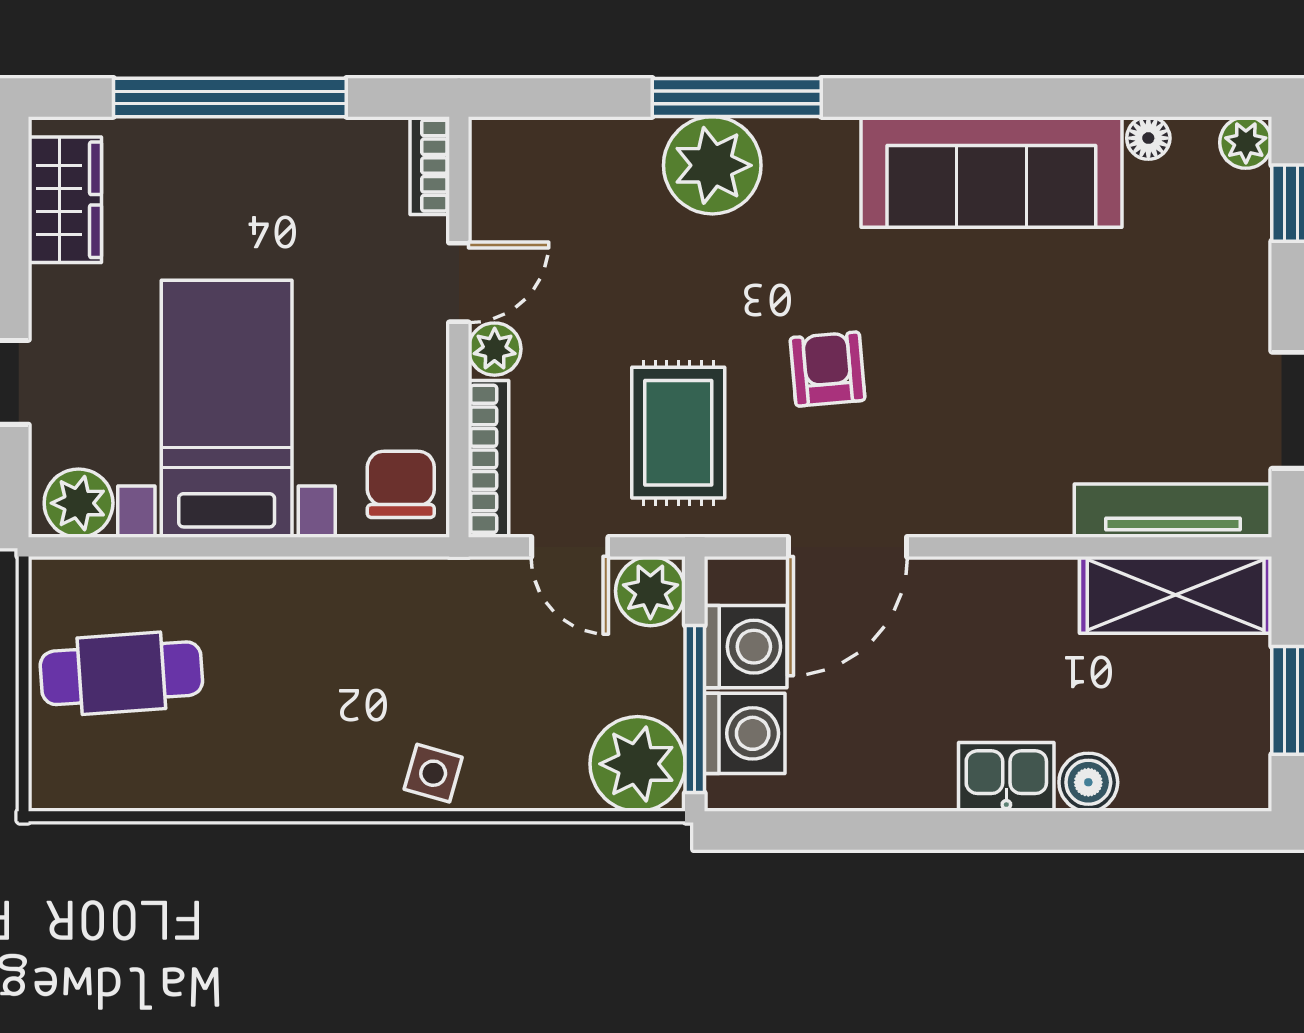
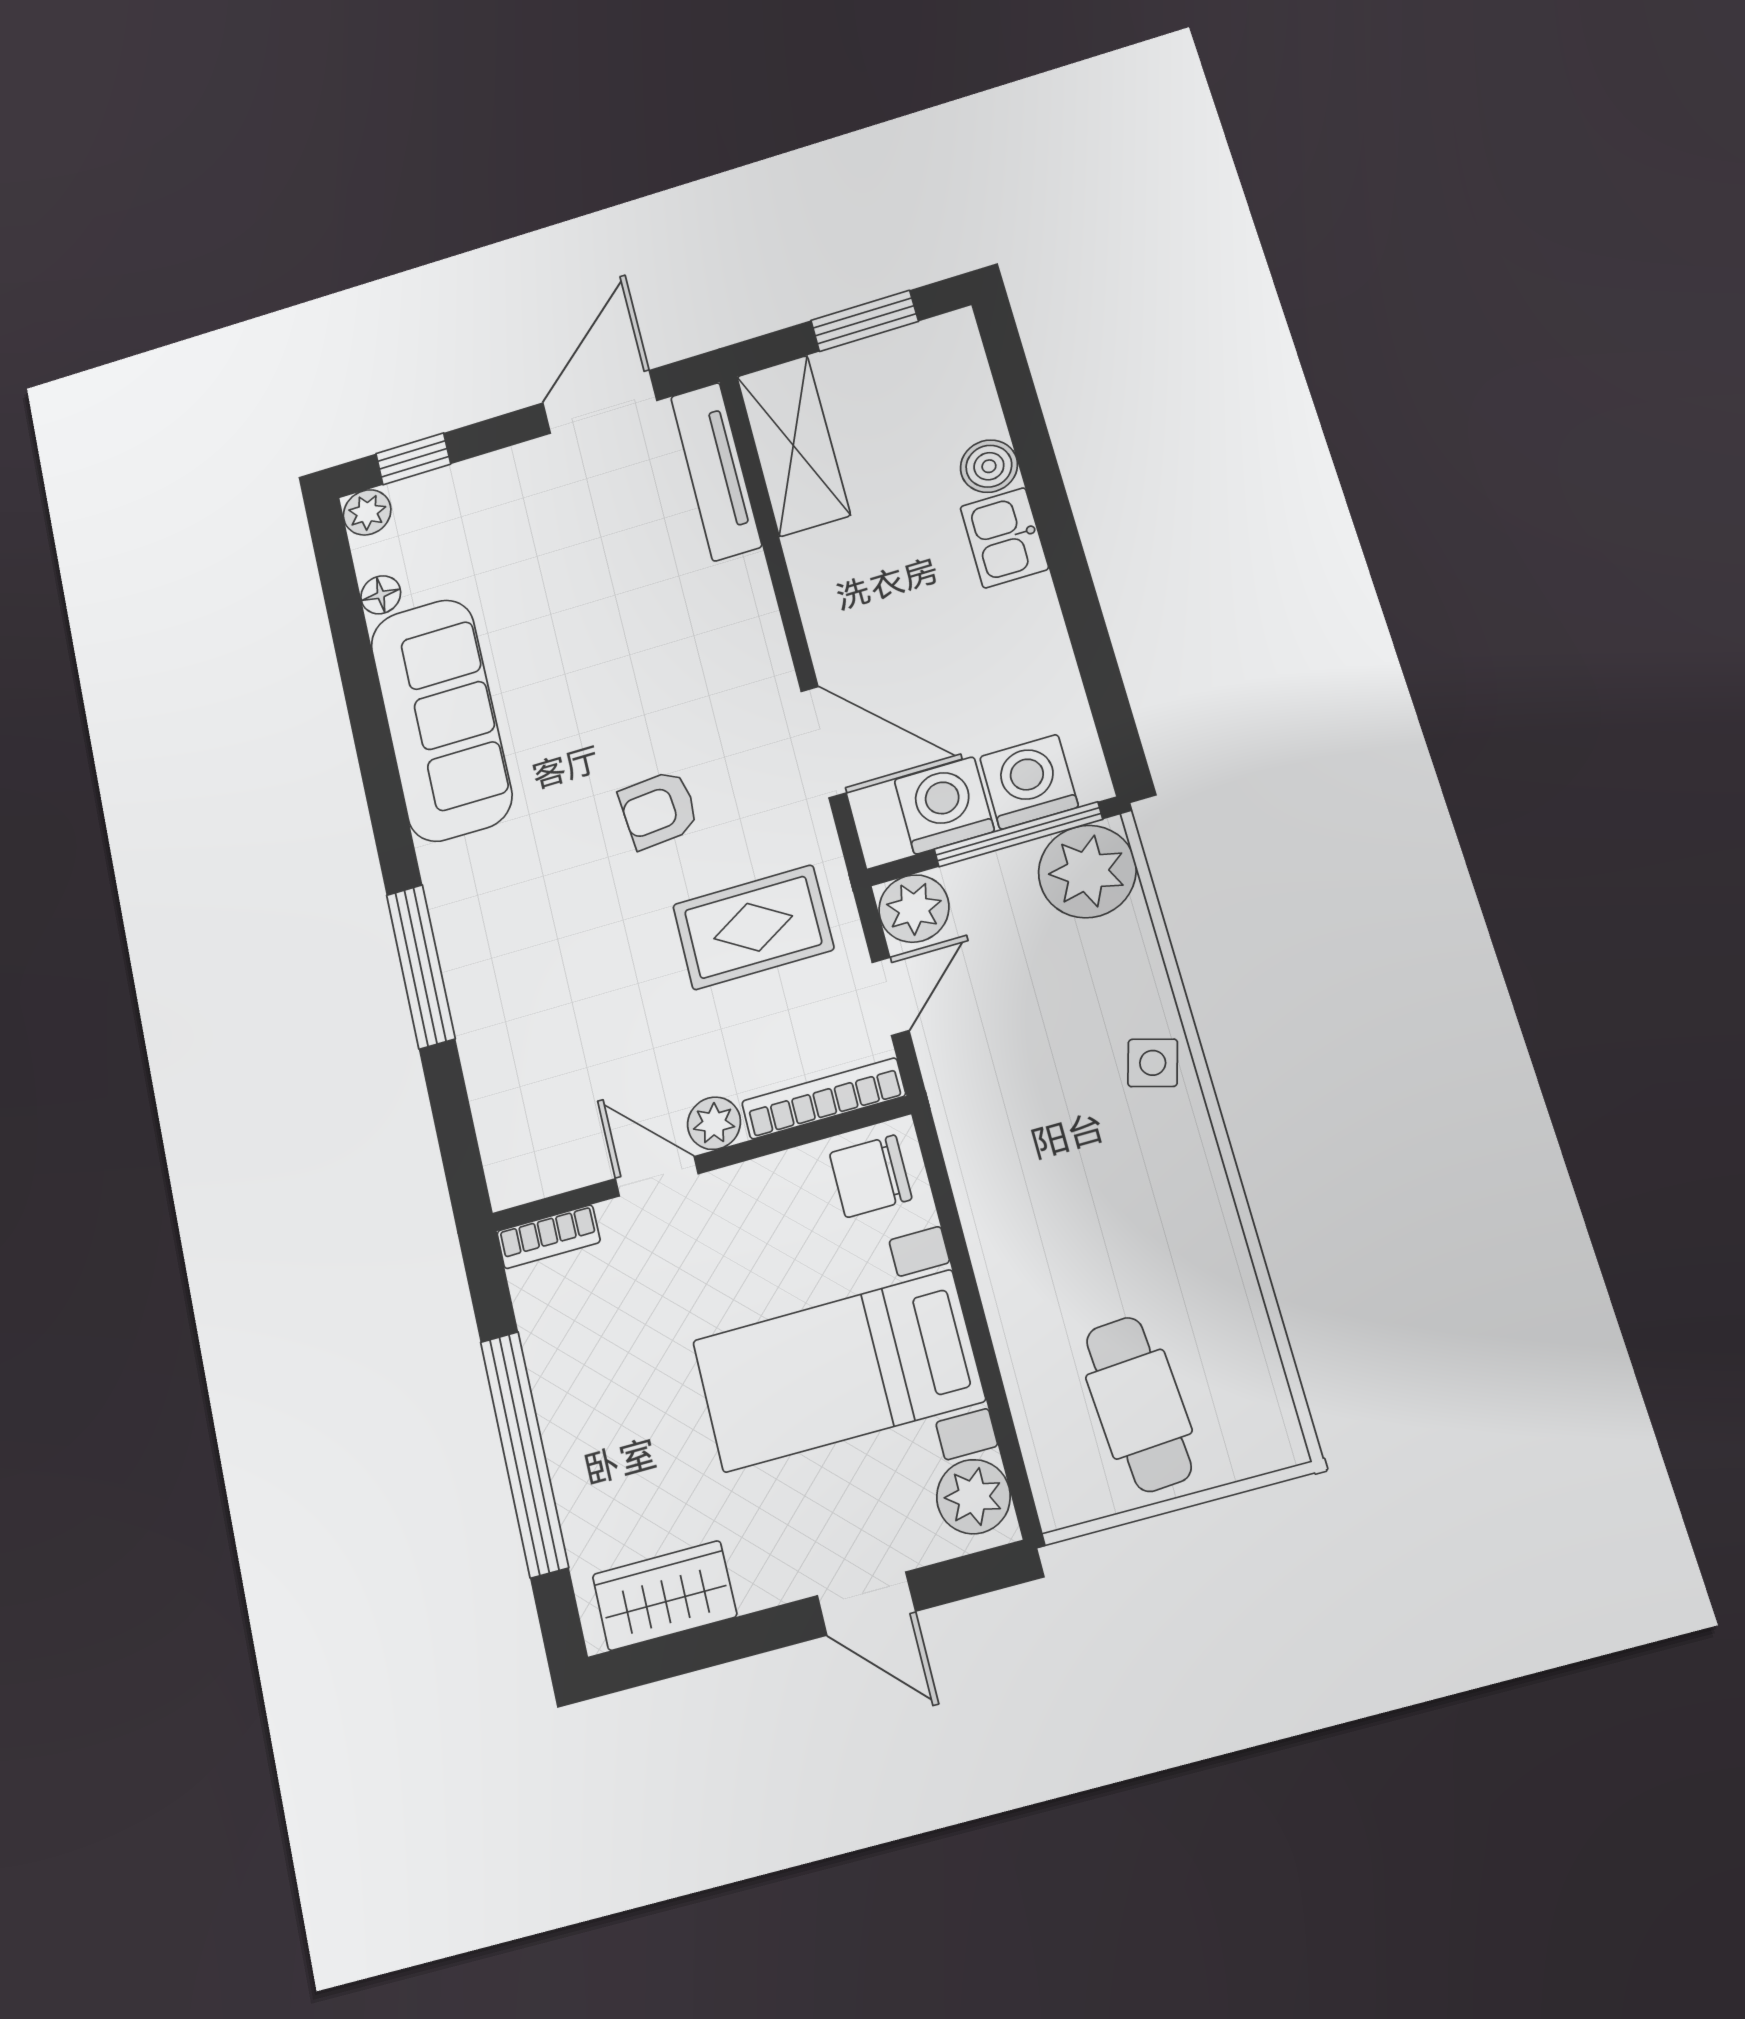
plant: (712, 165) -> (490, 970), removed

